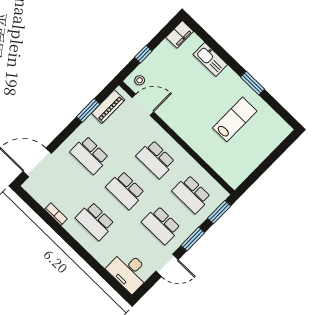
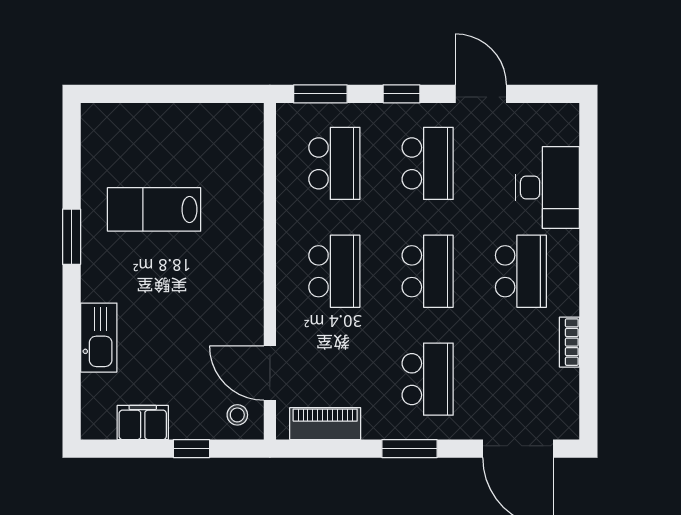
filing cabinet: (180, 34) -> (143, 422), moved
window: (88, 110) -> (410, 449), moved
window: (193, 239) -> (402, 94), width x0.67
desk: (129, 271) -> (547, 188), moved

